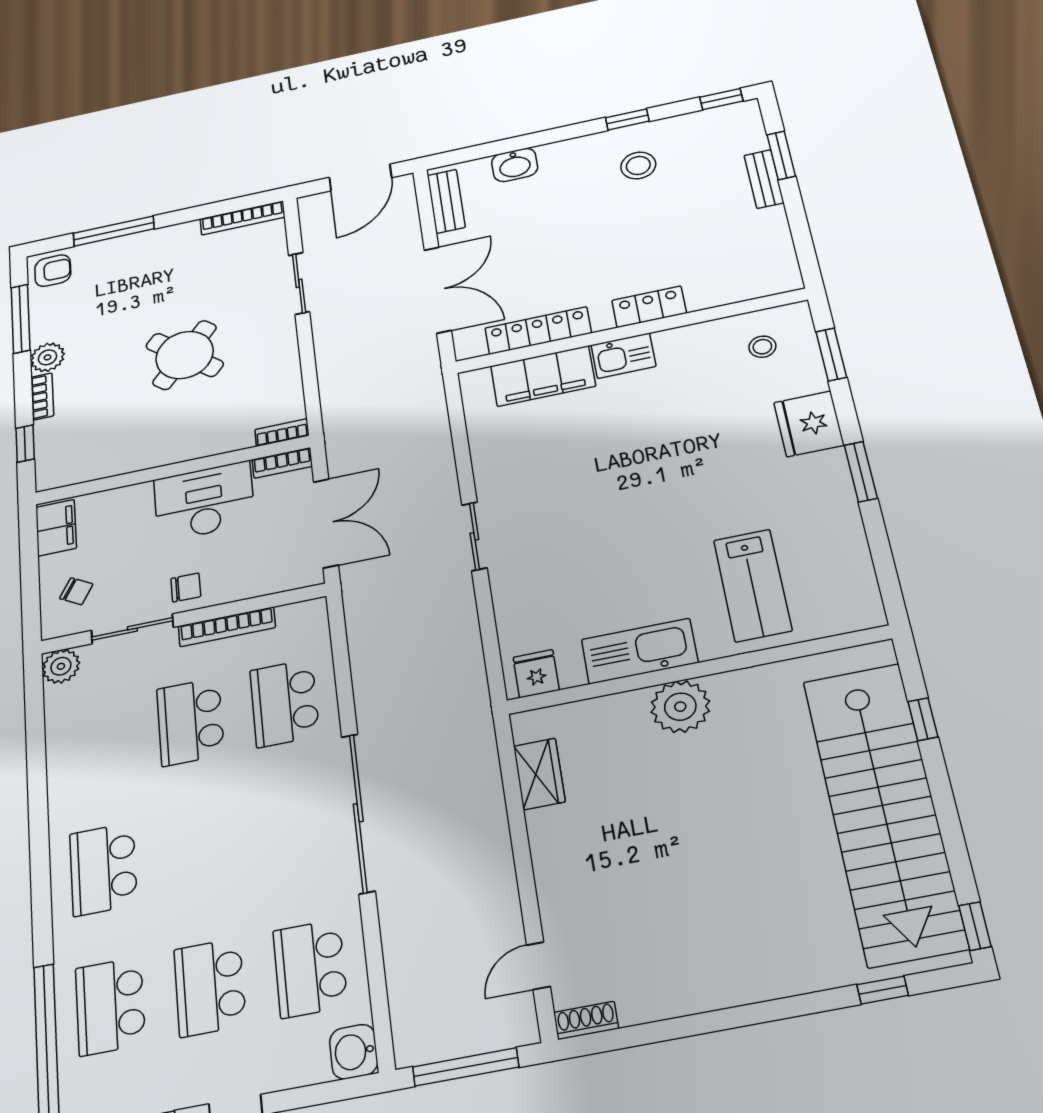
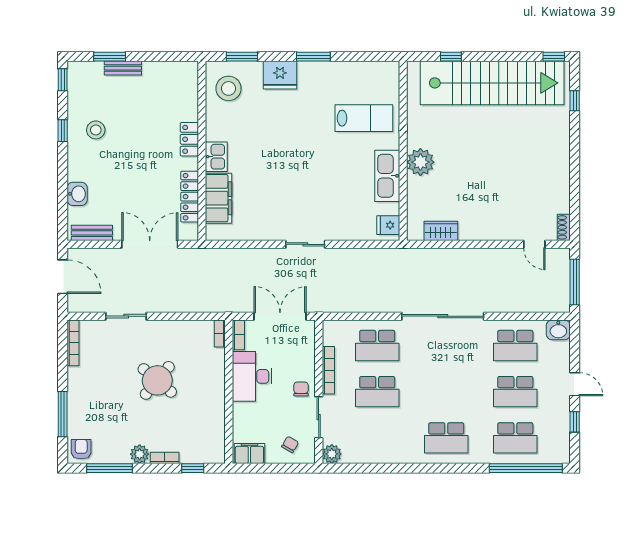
stool: (762, 347) -> (229, 88), width x1.89, depth x1.89

